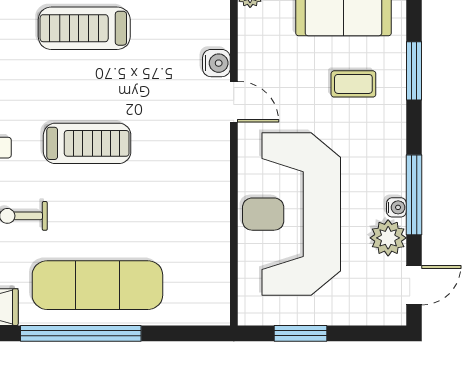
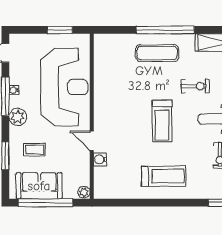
treadmill: (87, 143) -> (162, 121), turned -90
plant: (388, 238) -> (18, 117), moved
exercise mat: (97, 285) -> (157, 53), width x0.73, depth x0.69

